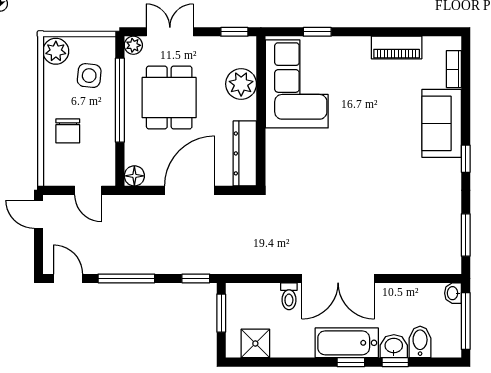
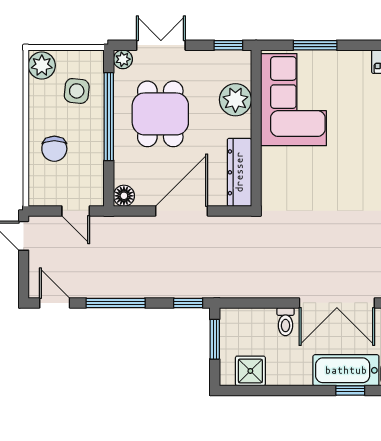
window: (317, 32) -> (315, 45), width x1.50

